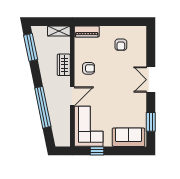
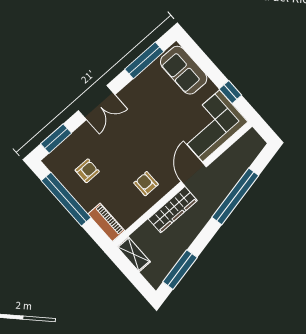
window: (116, 22) -> (66, 199), added
window: (151, 43) -> (56, 138), added
wardrobe: (64, 65) -> (173, 210), width x1.50
door: (72, 96) -> (194, 174), hinge flipped
window: (151, 122) -> (144, 60), width x1.44

